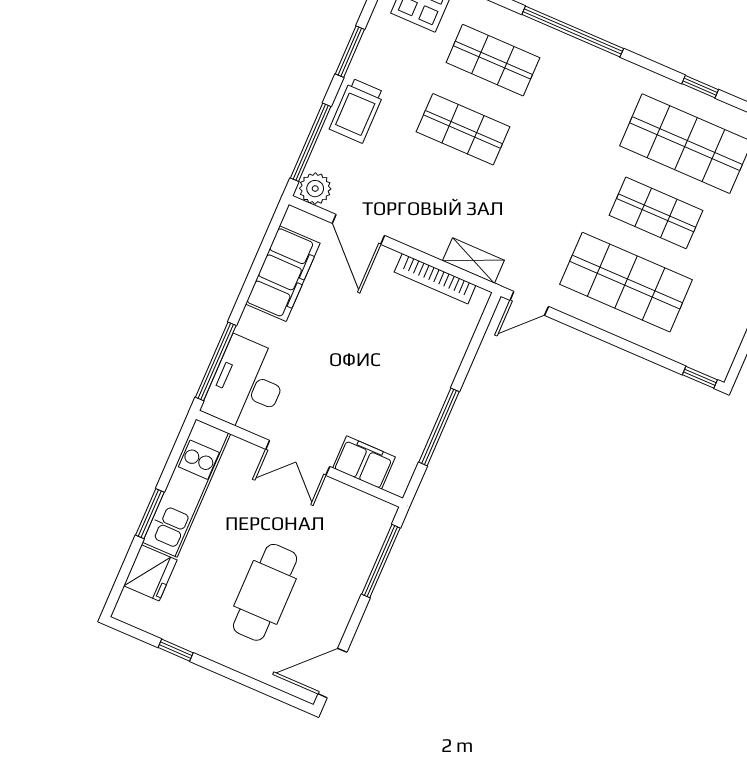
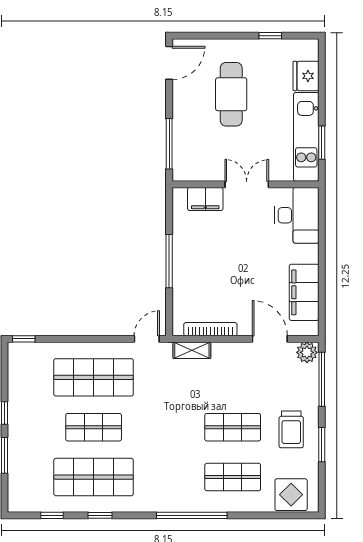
trolley: (357, 111) -> (291, 429), moved, turned 180
window: (216, 361) -> (322, 221), removed
window: (439, 427) -> (169, 261), moved
window: (150, 514) -> (322, 143), moved

